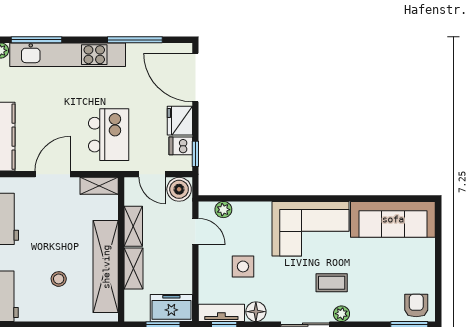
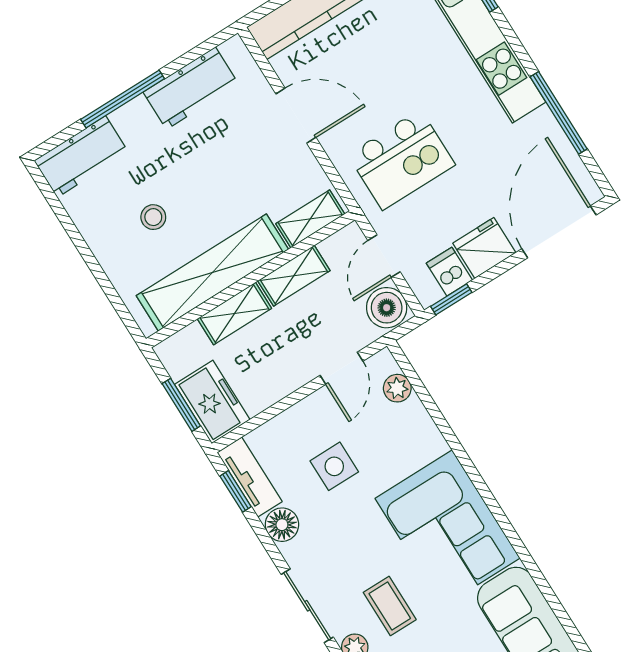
shelving: (99, 186) -> (310, 219), moved, turned 90

